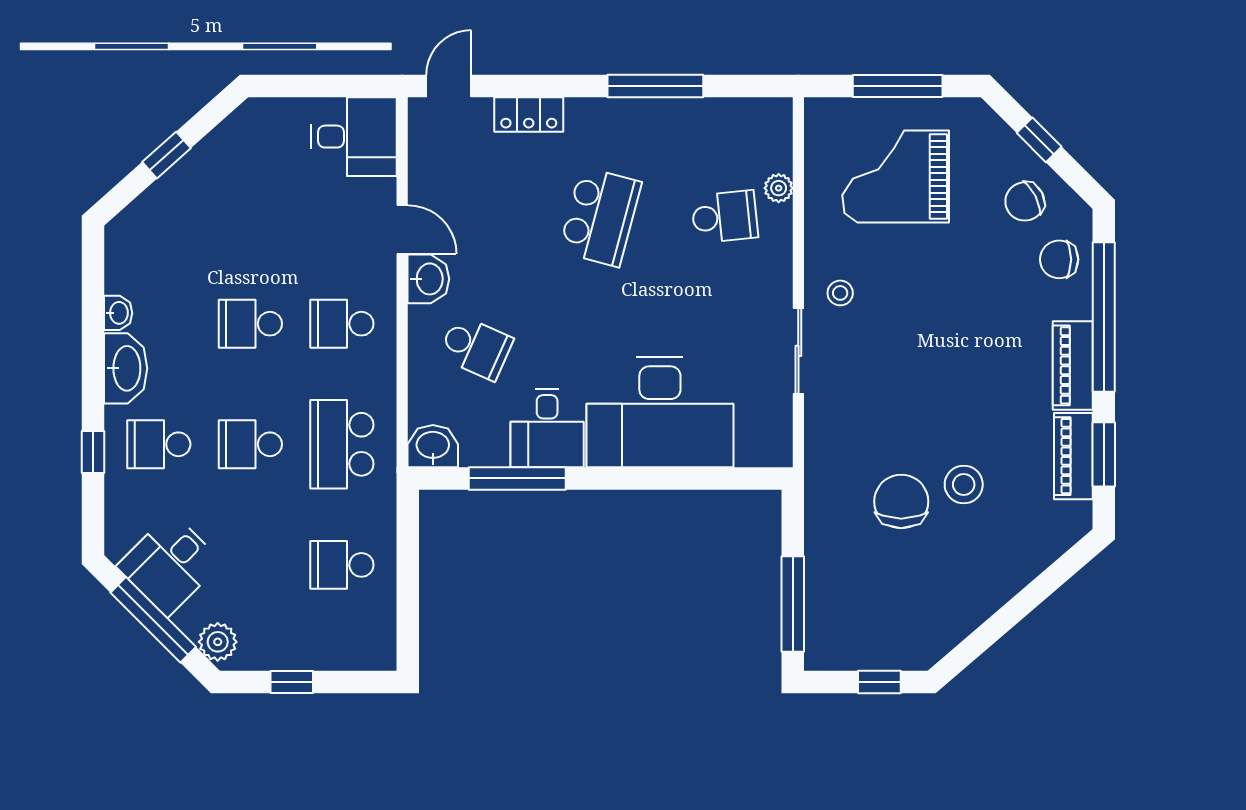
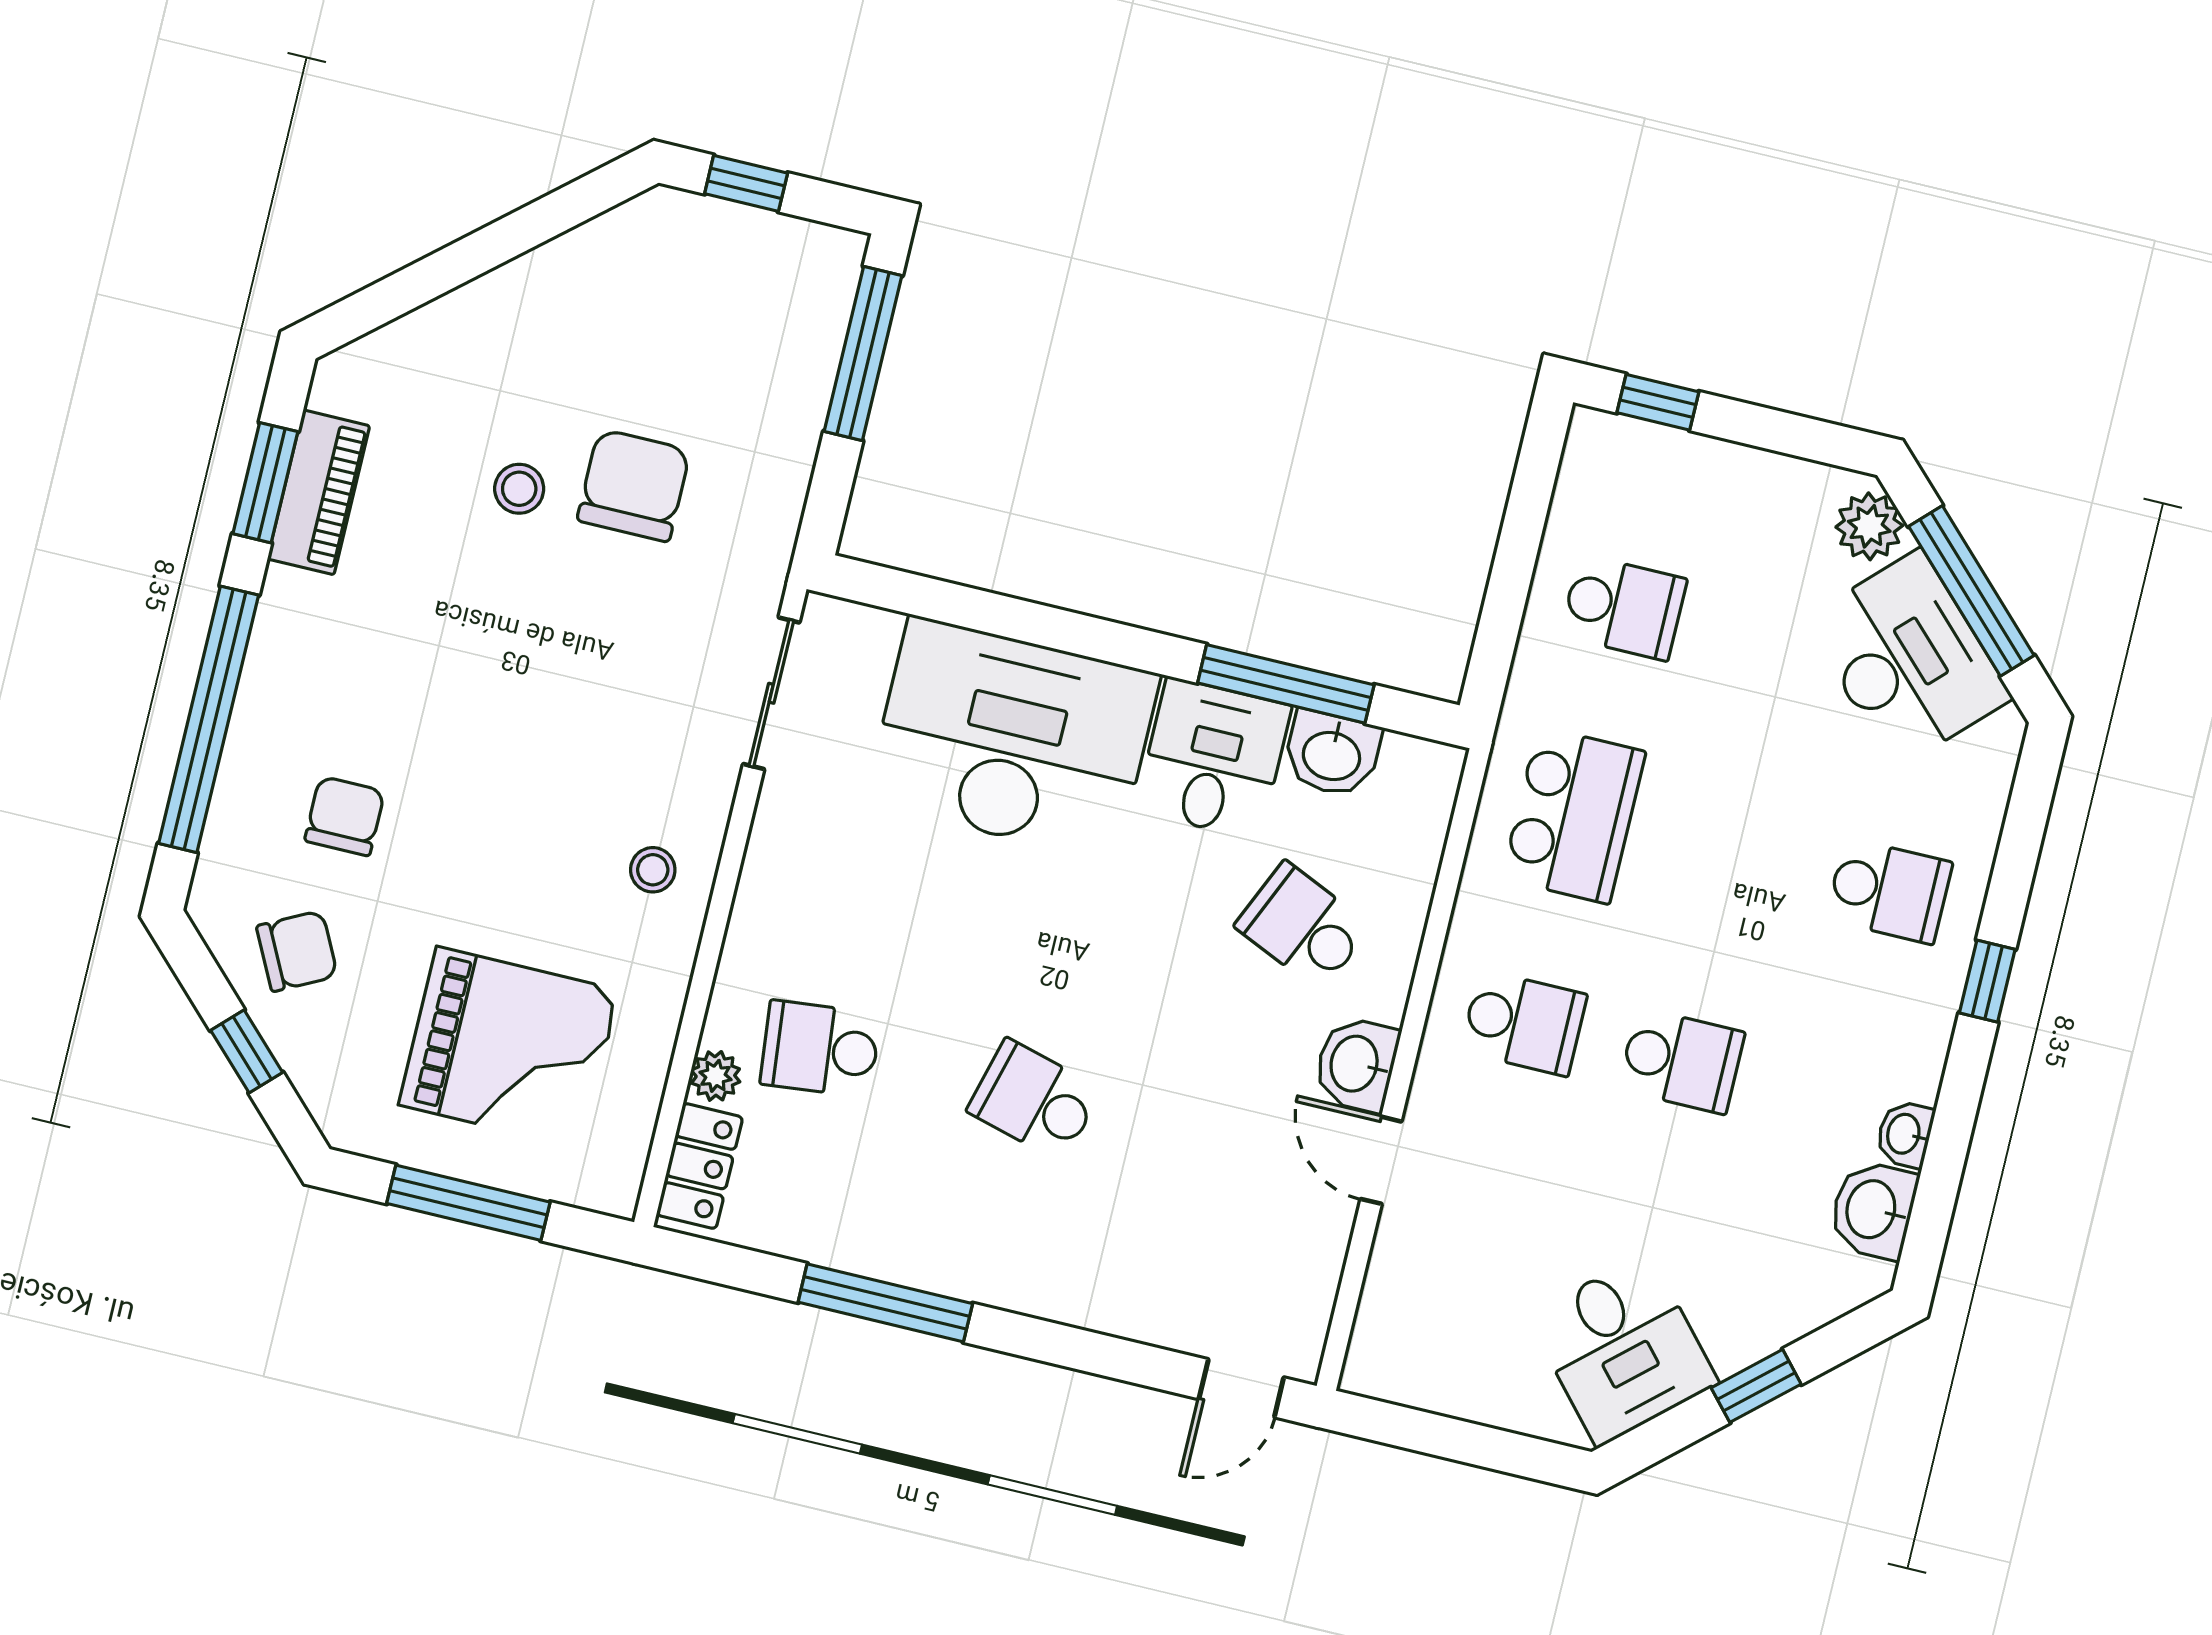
locker: (529, 114) -> (700, 1166), moved, turned 90
desk: (354, 137) -> (1623, 1350), moved, turned -132
school desk: (600, 217) -> (1034, 1100), width x0.54
chair: (1059, 259) -> (345, 816), moved, turned -90
sliding door: (798, 351) -> (771, 693), moved
piano: (1073, 365) -> (282, 649), removed
washbasin: (126, 368) -> (1873, 1210), moved, width x0.72
school desk: (250, 444) -> (1731, 853), removed
washbasin: (433, 446) -> (1332, 754), moved
window: (93, 452) -> (1987, 981), moved
stool: (964, 484) -> (519, 489), width x0.73, depth x0.73
chair: (901, 501) -> (634, 485), turned 180
desk: (169, 564) -> (1908, 659), width x1.37
window: (292, 682) -> (1658, 402), moved

